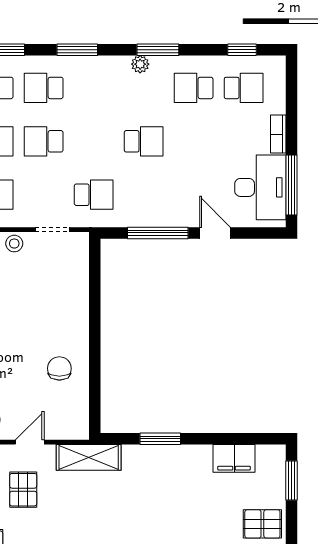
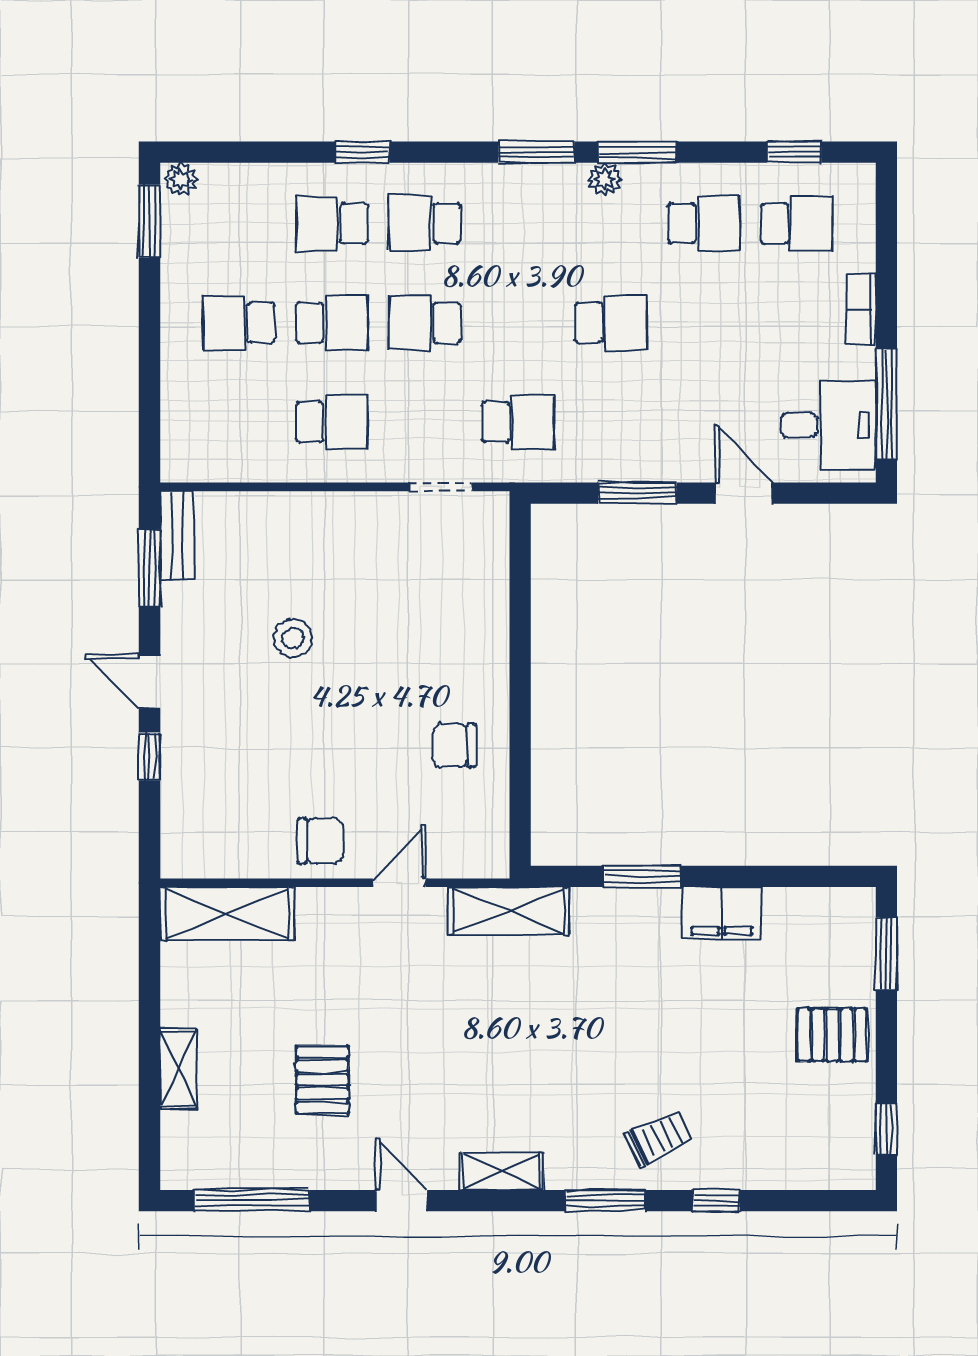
window: (77, 50) -> (536, 152), moved
school desk: (194, 88) -> (704, 223), turned 180
desk: (260, 187) -> (828, 425), width x0.73
window: (158, 233) -> (637, 493), width x0.69
stool: (14, 244) -> (370, 513), removed
chair: (59, 368) -> (454, 745), turned -90
filing cabinet: (234, 458) -> (722, 913), moved
pallet: (23, 490) -> (387, 971), removed

